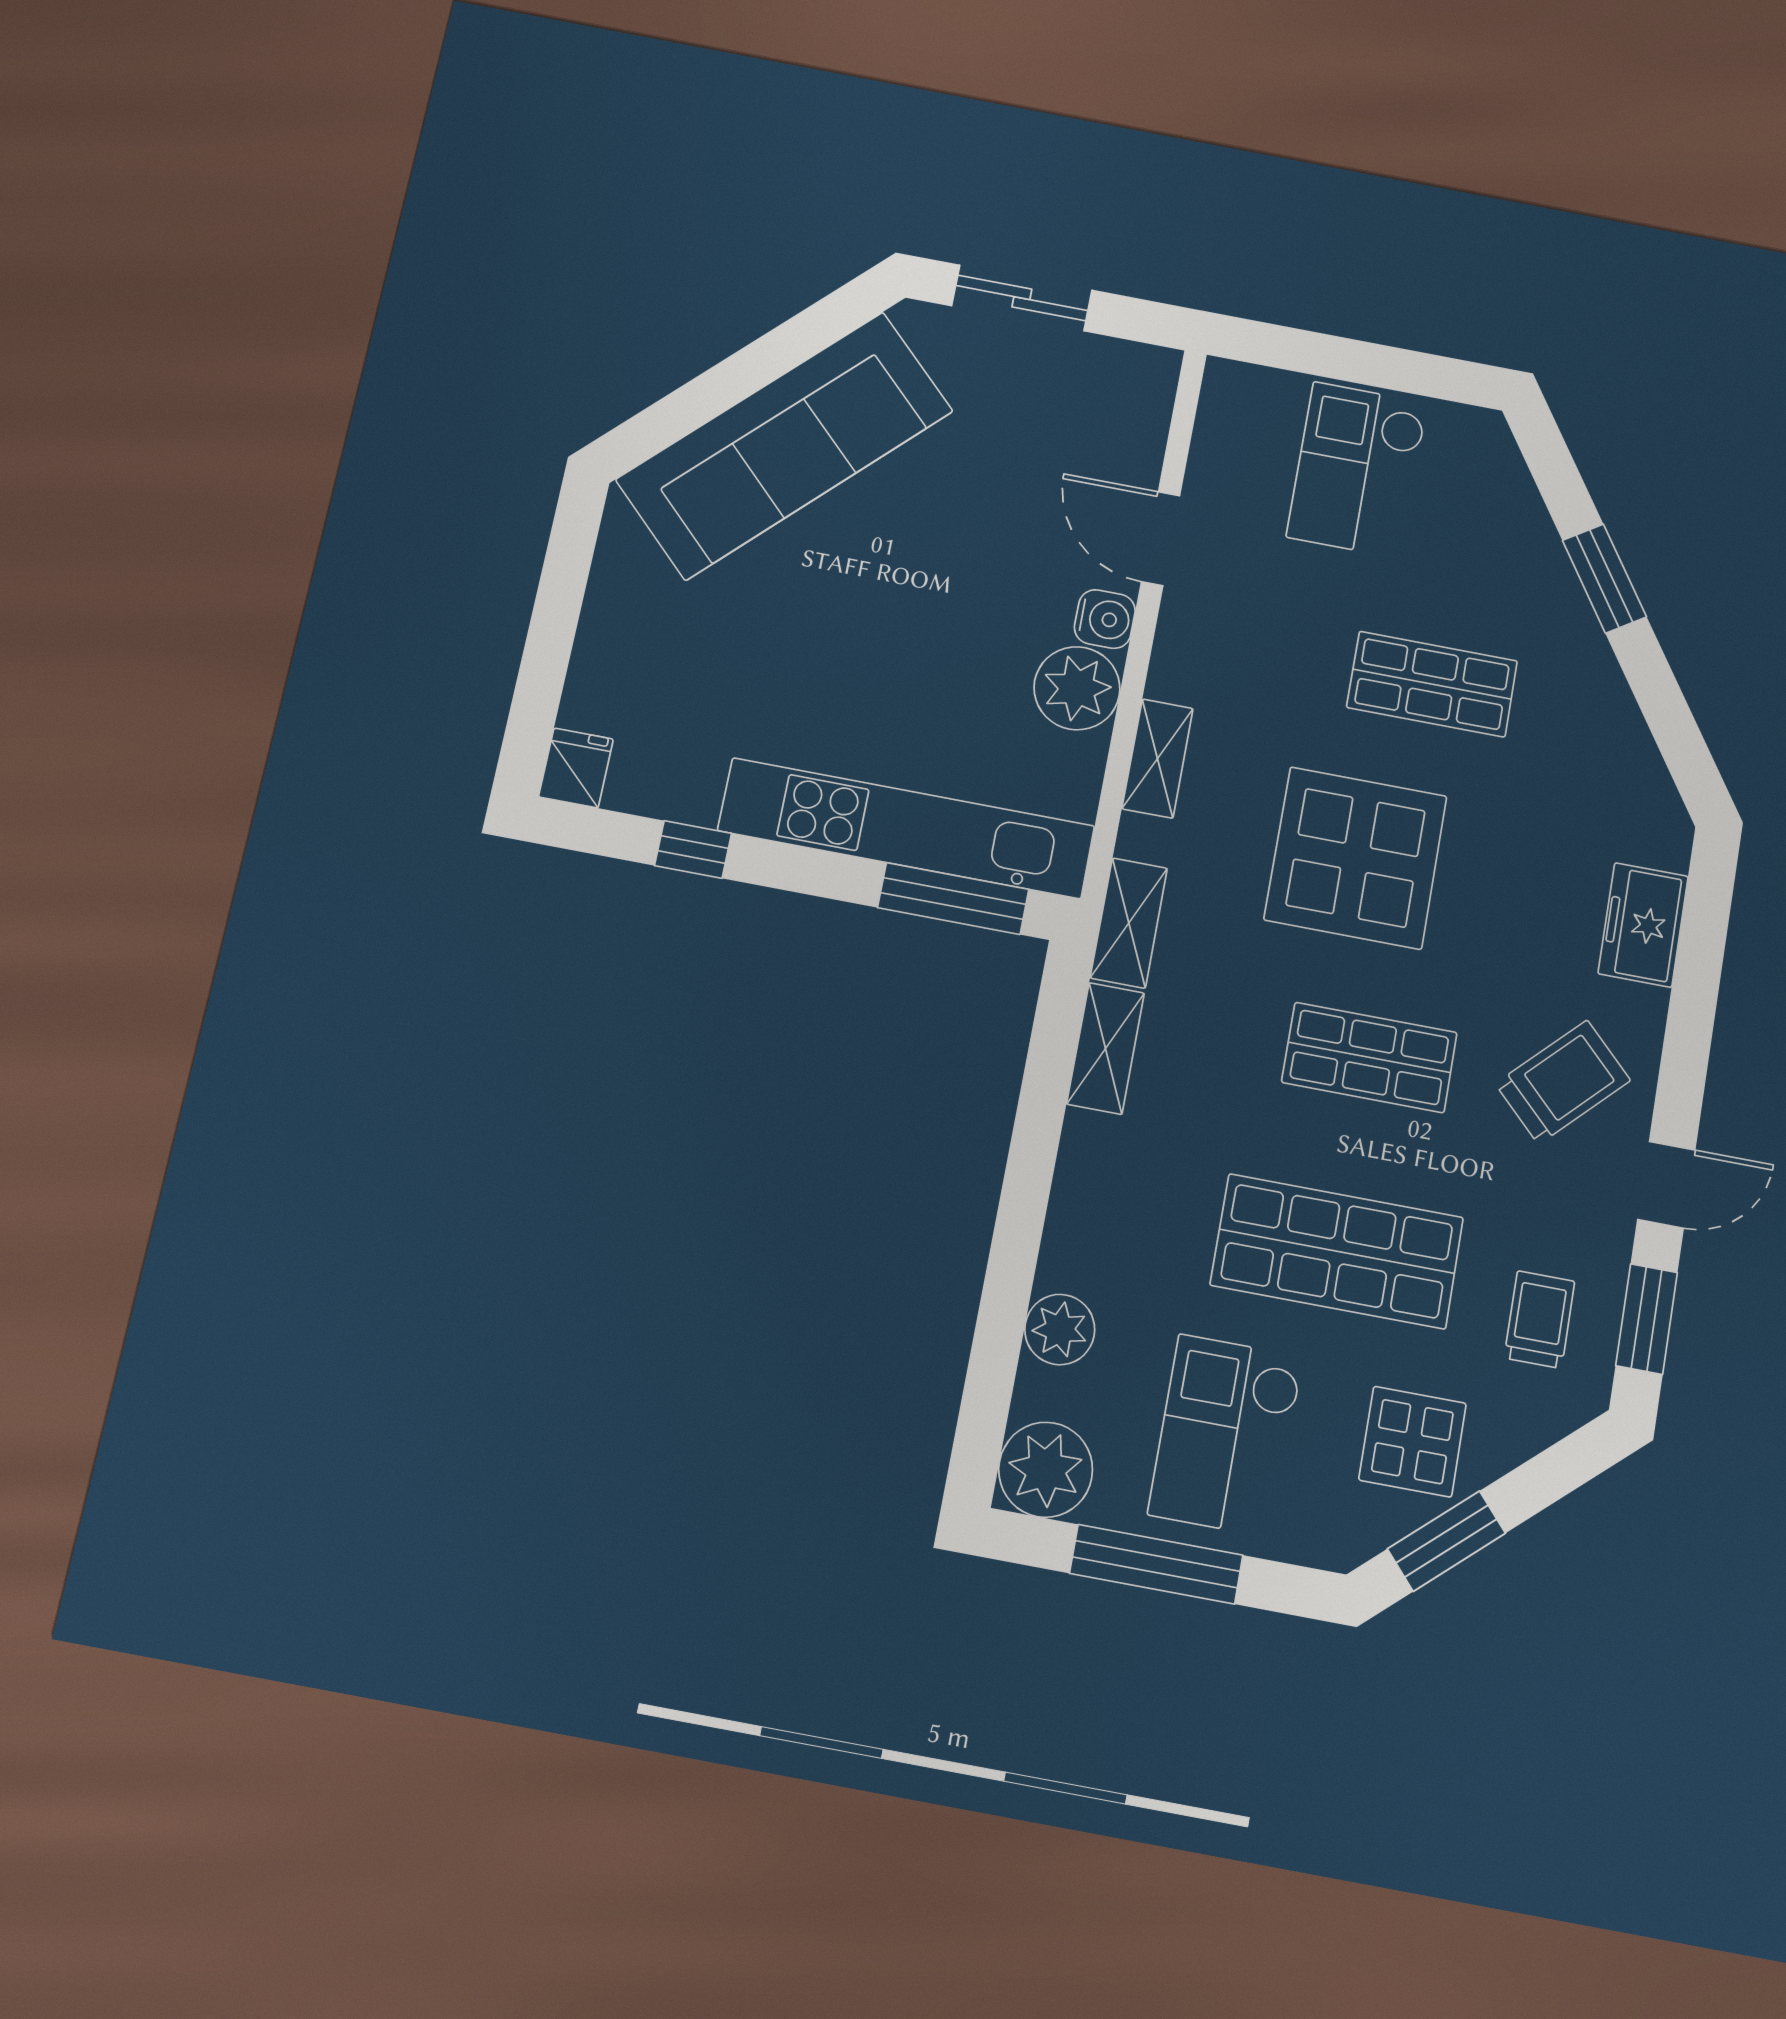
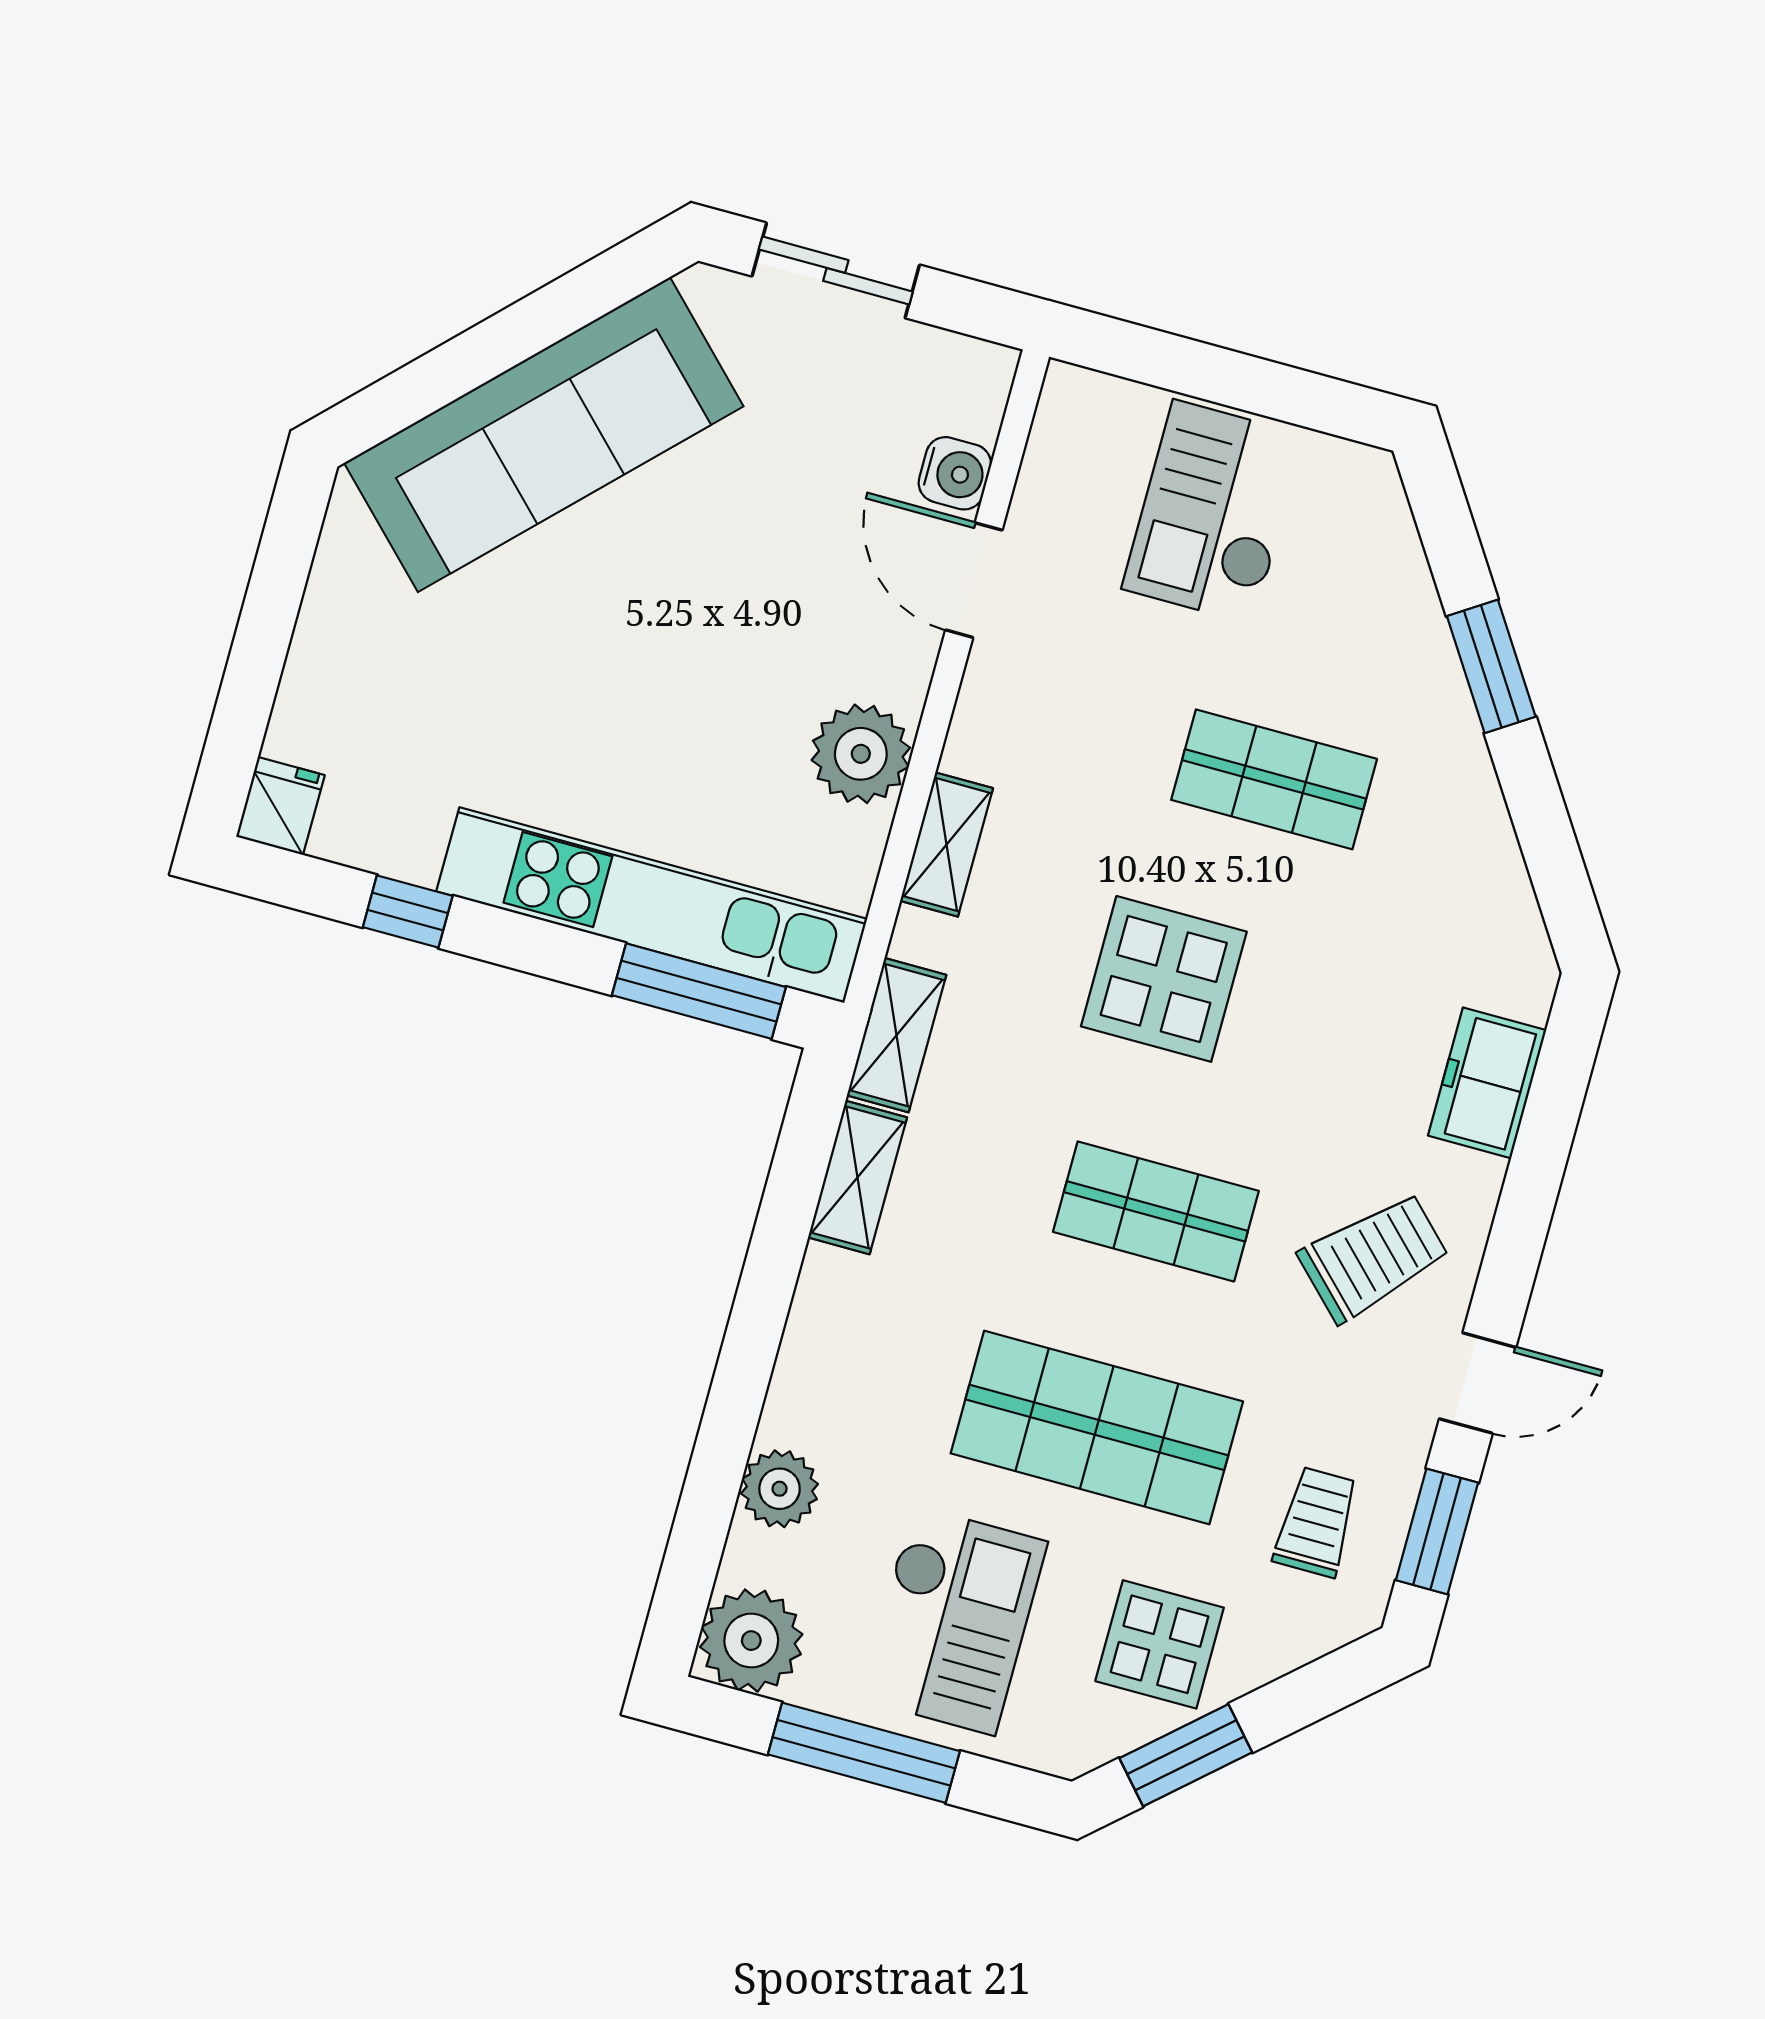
water cooler: (1105, 619) -> (955, 473), moved
display table: (1356, 858) -> (1164, 979), width x0.73, depth x0.73
checkout: (1226, 1435) -> (953, 1620), turned 180

